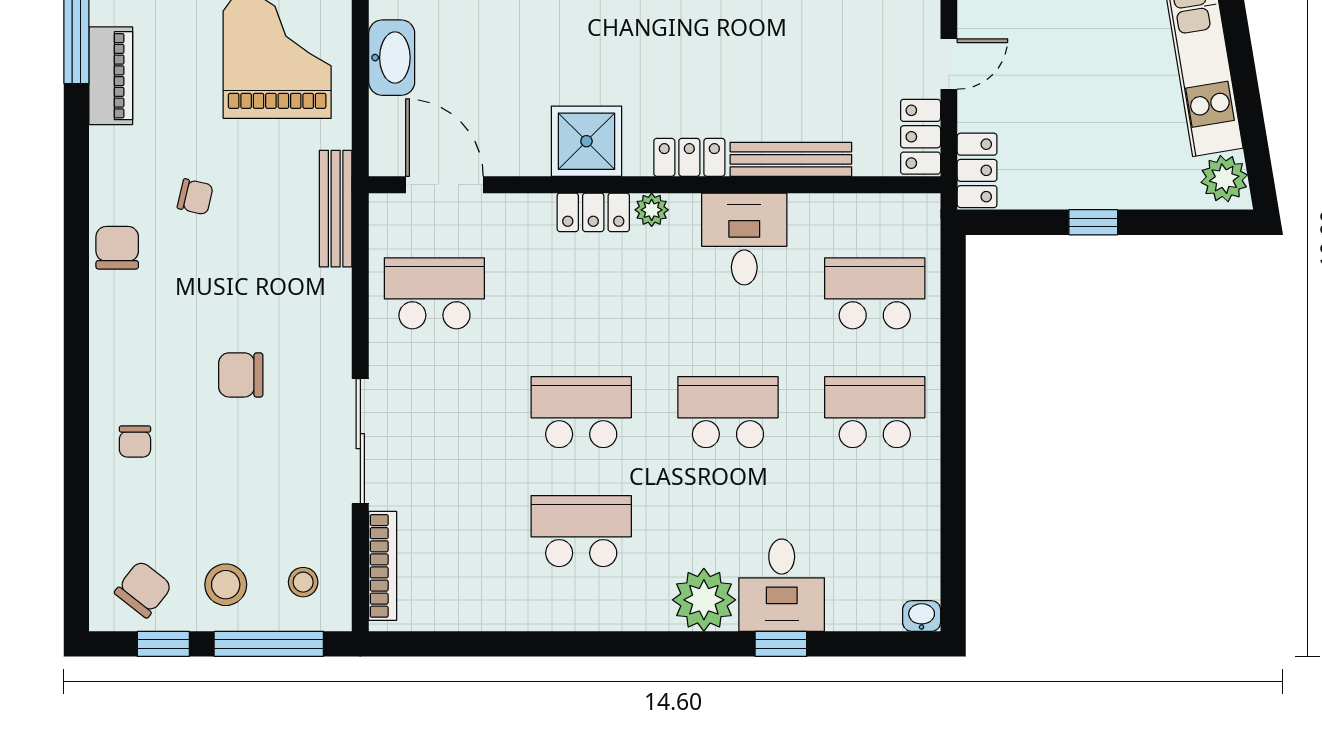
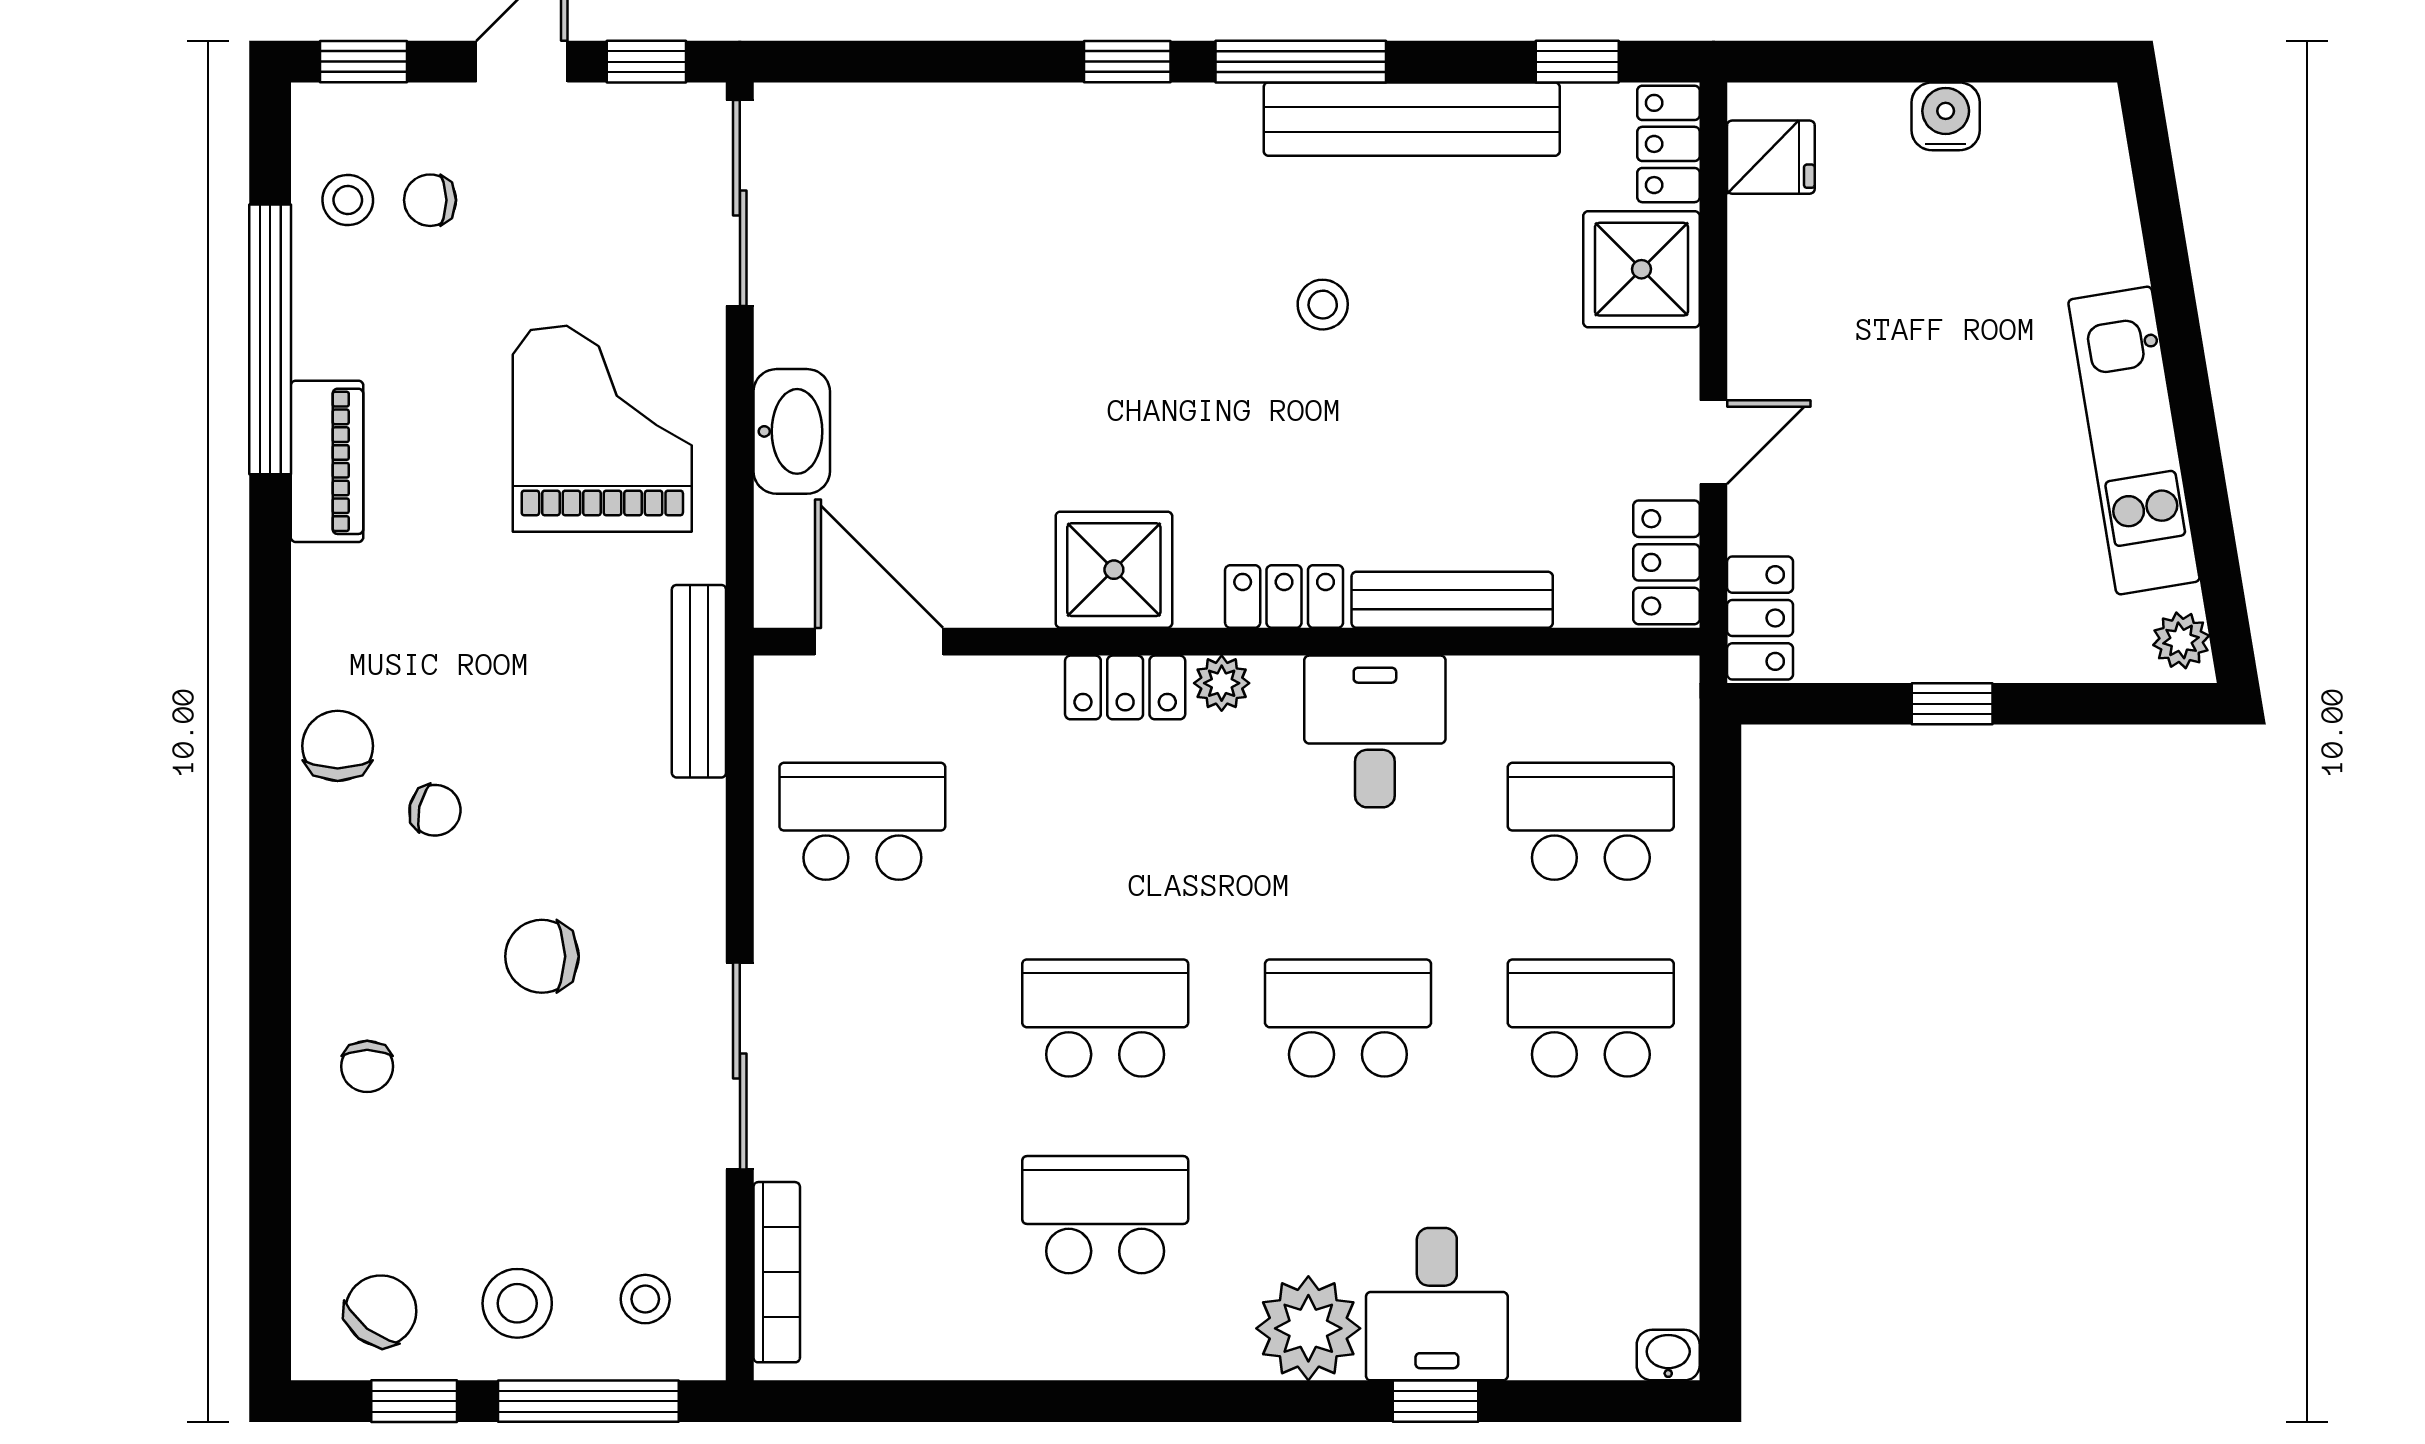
plant: (1224, 179) -> (2181, 640), width x0.73, depth x0.73
chair: (195, 197) -> (435, 810), moved

